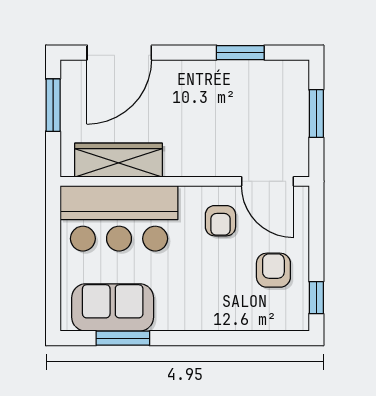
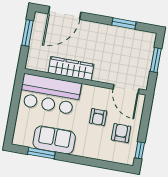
wardrobe: (119, 160) -> (71, 69), moved
armchair: (220, 221) -> (98, 117), moved
sofa: (113, 307) -> (54, 140), moved

